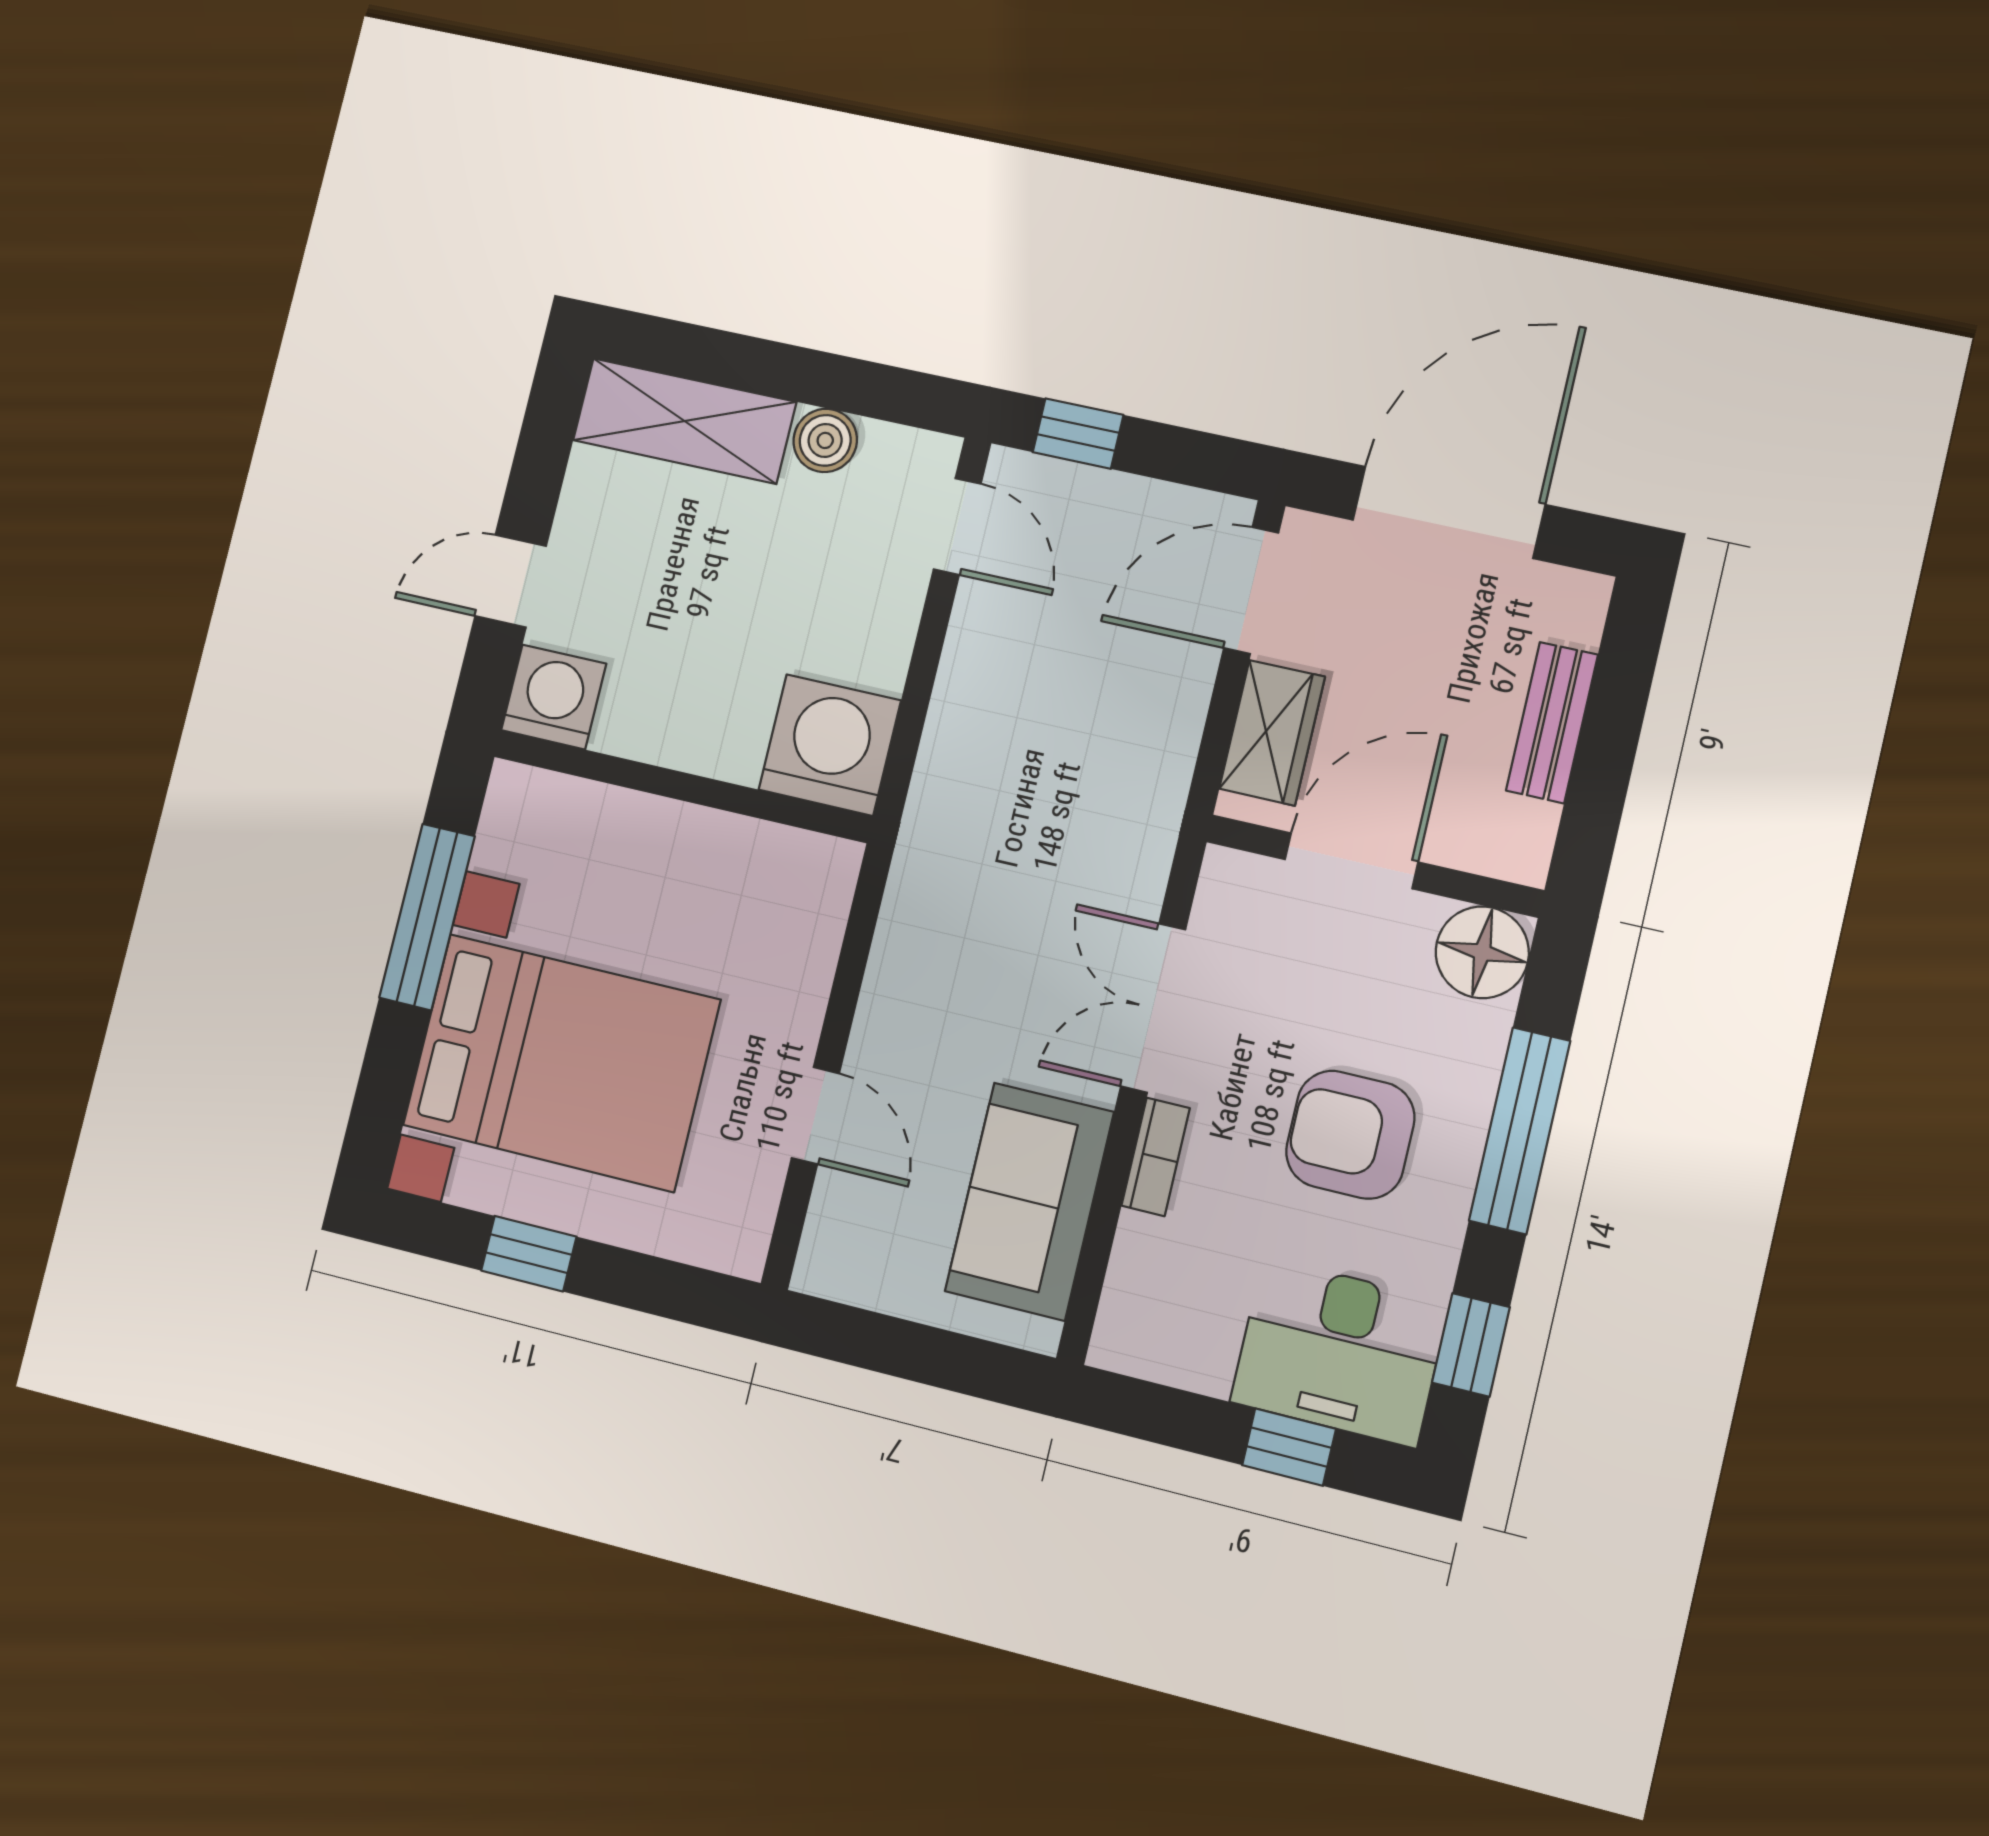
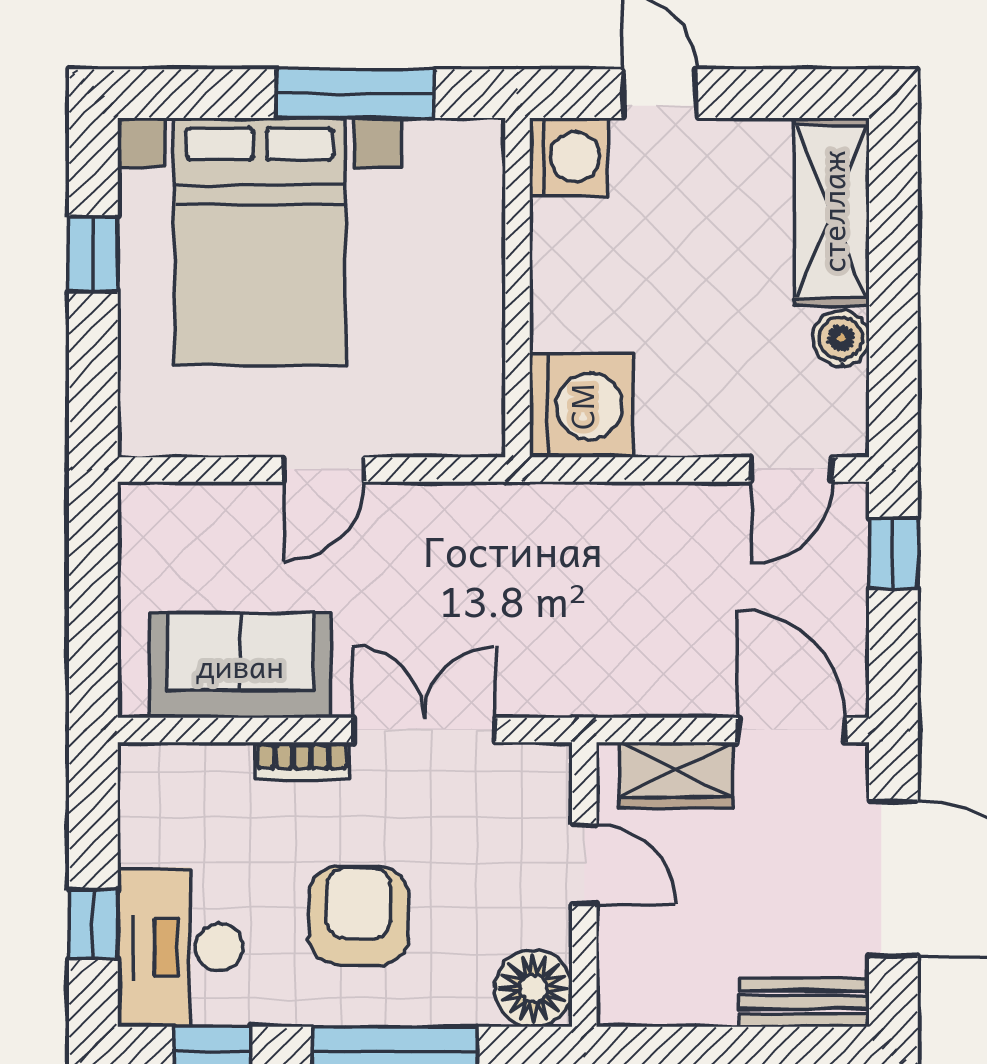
bench: (1552, 723) -> (804, 1002), moved
door: (1351, 861) -> (584, 865), width x0.73
door: (815, 1116) -> (324, 469), moved

